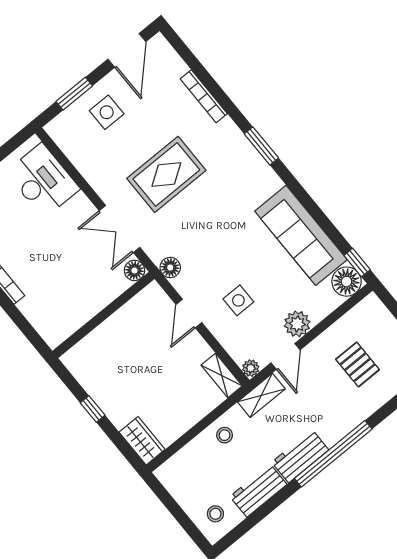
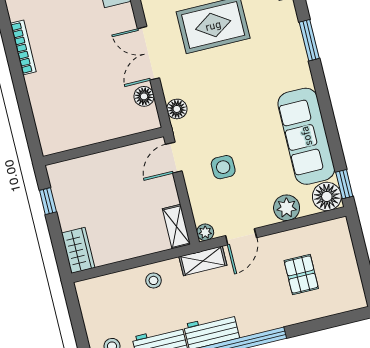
wall: (103, 315) -> (103, 146), moved
plant: (297, 324) -> (287, 208), moved

